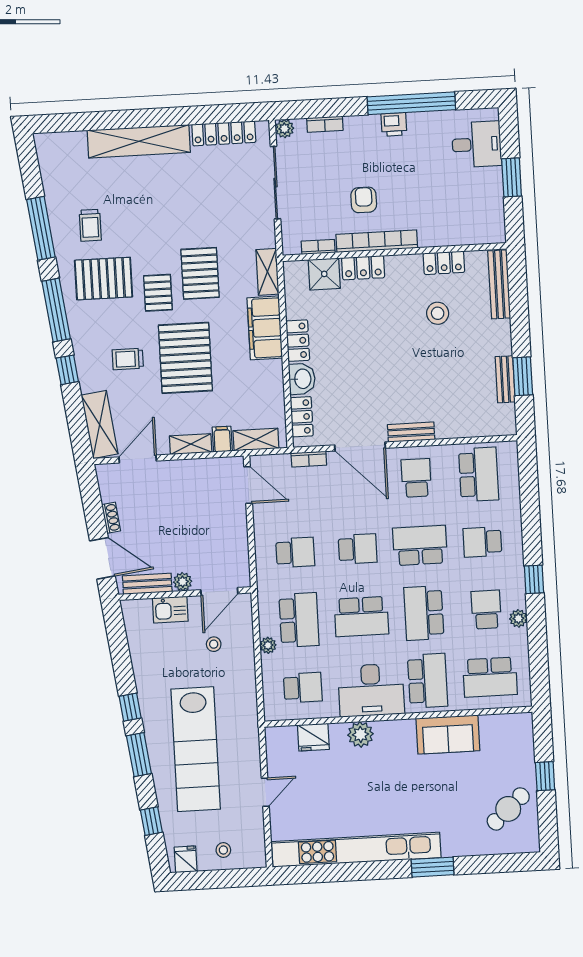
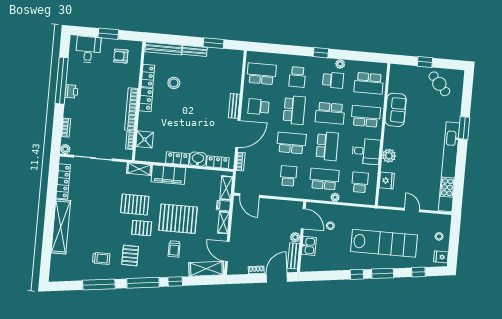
armchair: (364, 200) -> (121, 56), moved
locker: (363, 268) -> (146, 100), moved
pallet: (104, 279) -> (130, 256), width x0.67, depth x0.71
bench: (505, 379) -> (195, 51), moved
door: (248, 485) -> (249, 195), swing flipped
school desk: (420, 545) -> (294, 110), turned 180
school desk: (358, 549) -> (291, 143), width x1.85
school desk: (486, 610) -> (333, 80), turned 180
school desk: (490, 677) -> (369, 83), turned 90
desk: (371, 690) -> (366, 151), width x0.73

